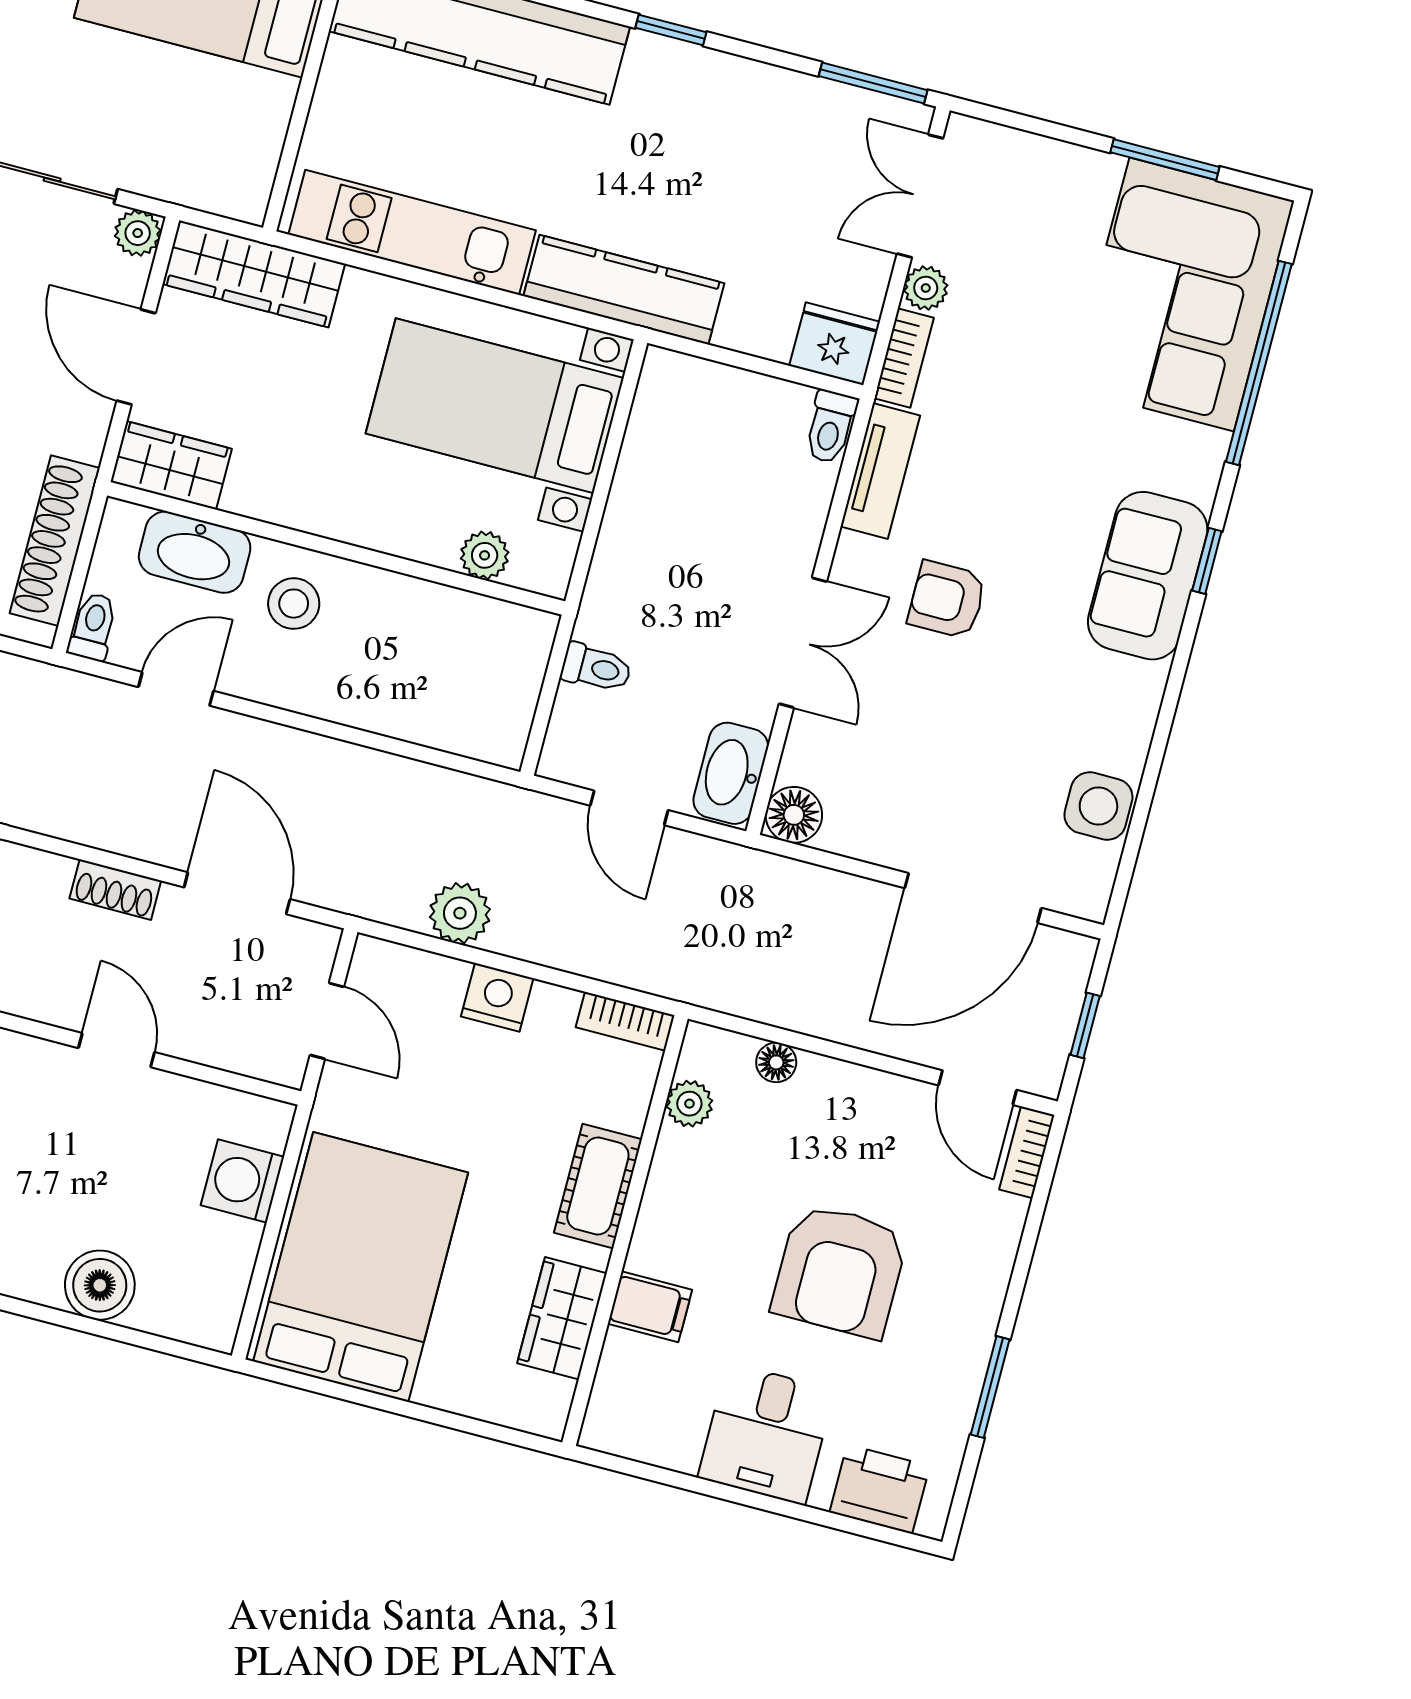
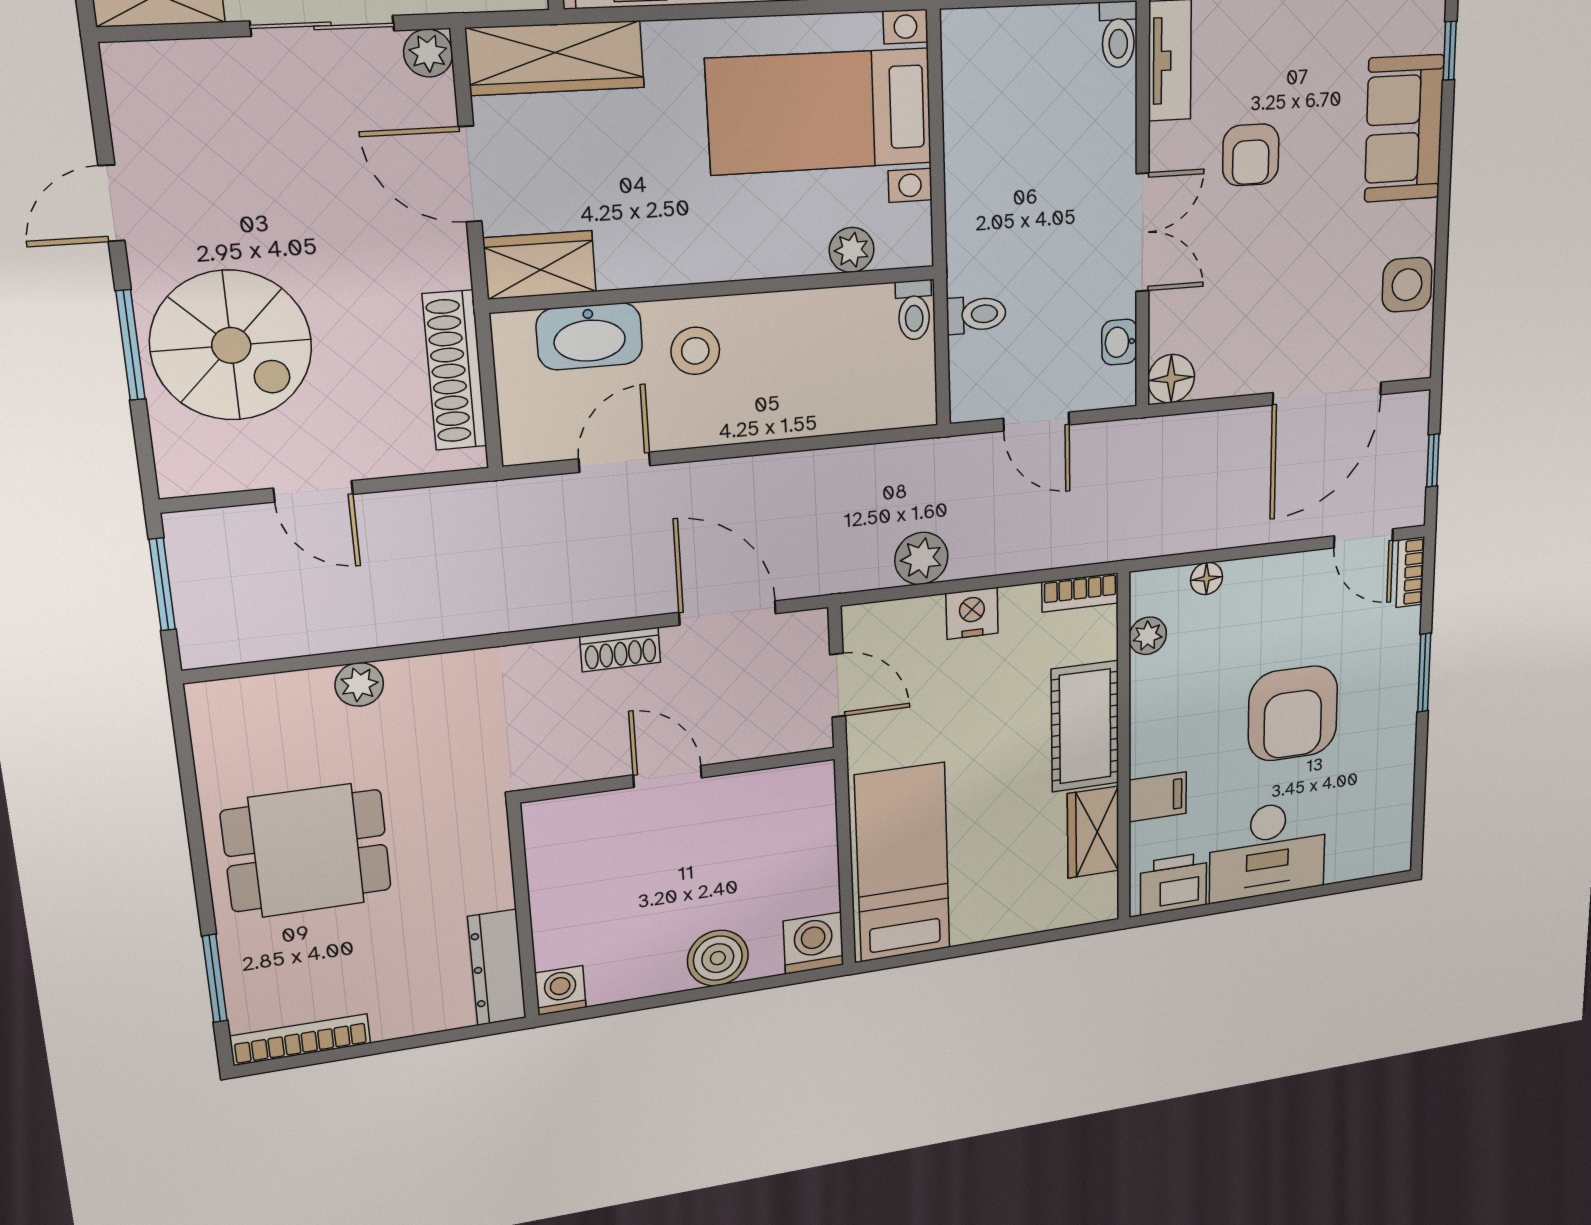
sofa: (1148, 576) -> (1404, 129), moved
armchair: (947, 600) -> (1251, 155), turned -90
toilet: (93, 627) -> (914, 310), moved, turned 180
washbasin: (731, 773) -> (1119, 342), width x0.52, depth x0.69
washing machine: (242, 1181) -> (813, 943), moved, turned 90
cot: (598, 1186) -> (1085, 726), width x1.37, depth x1.34
bed: (361, 1267) -> (903, 863), width x0.67
window: (990, 1387) -> (1424, 673), moved
desk: (766, 1434) -> (1268, 850), width x1.37
printer: (880, 1489) -> (1173, 884), moved

